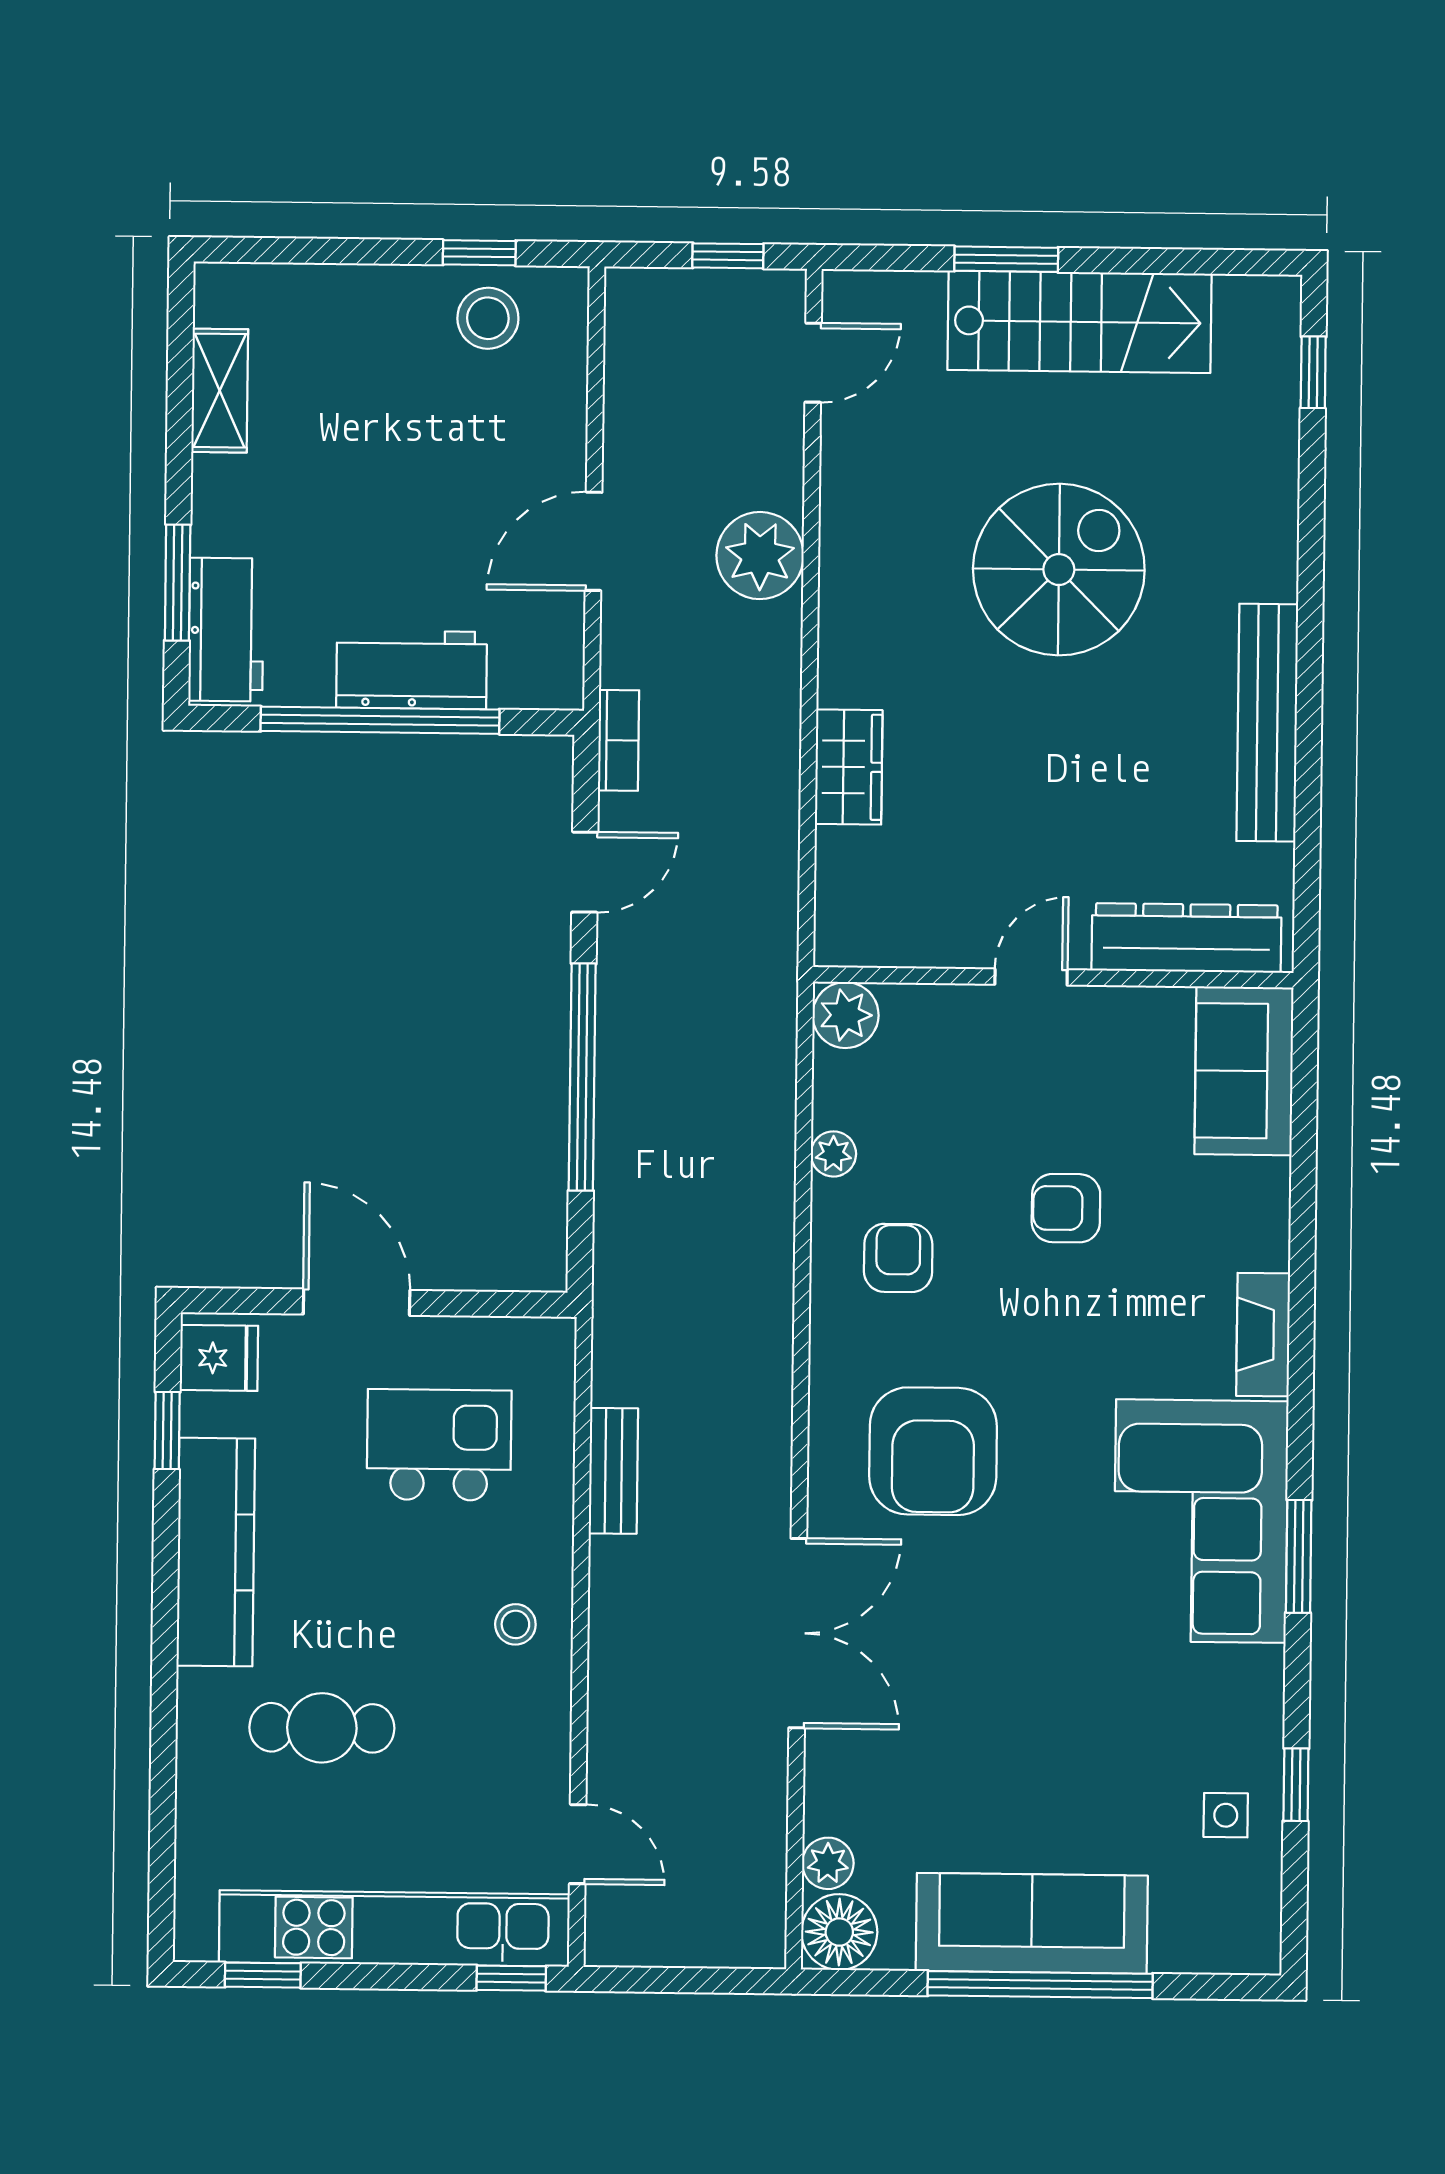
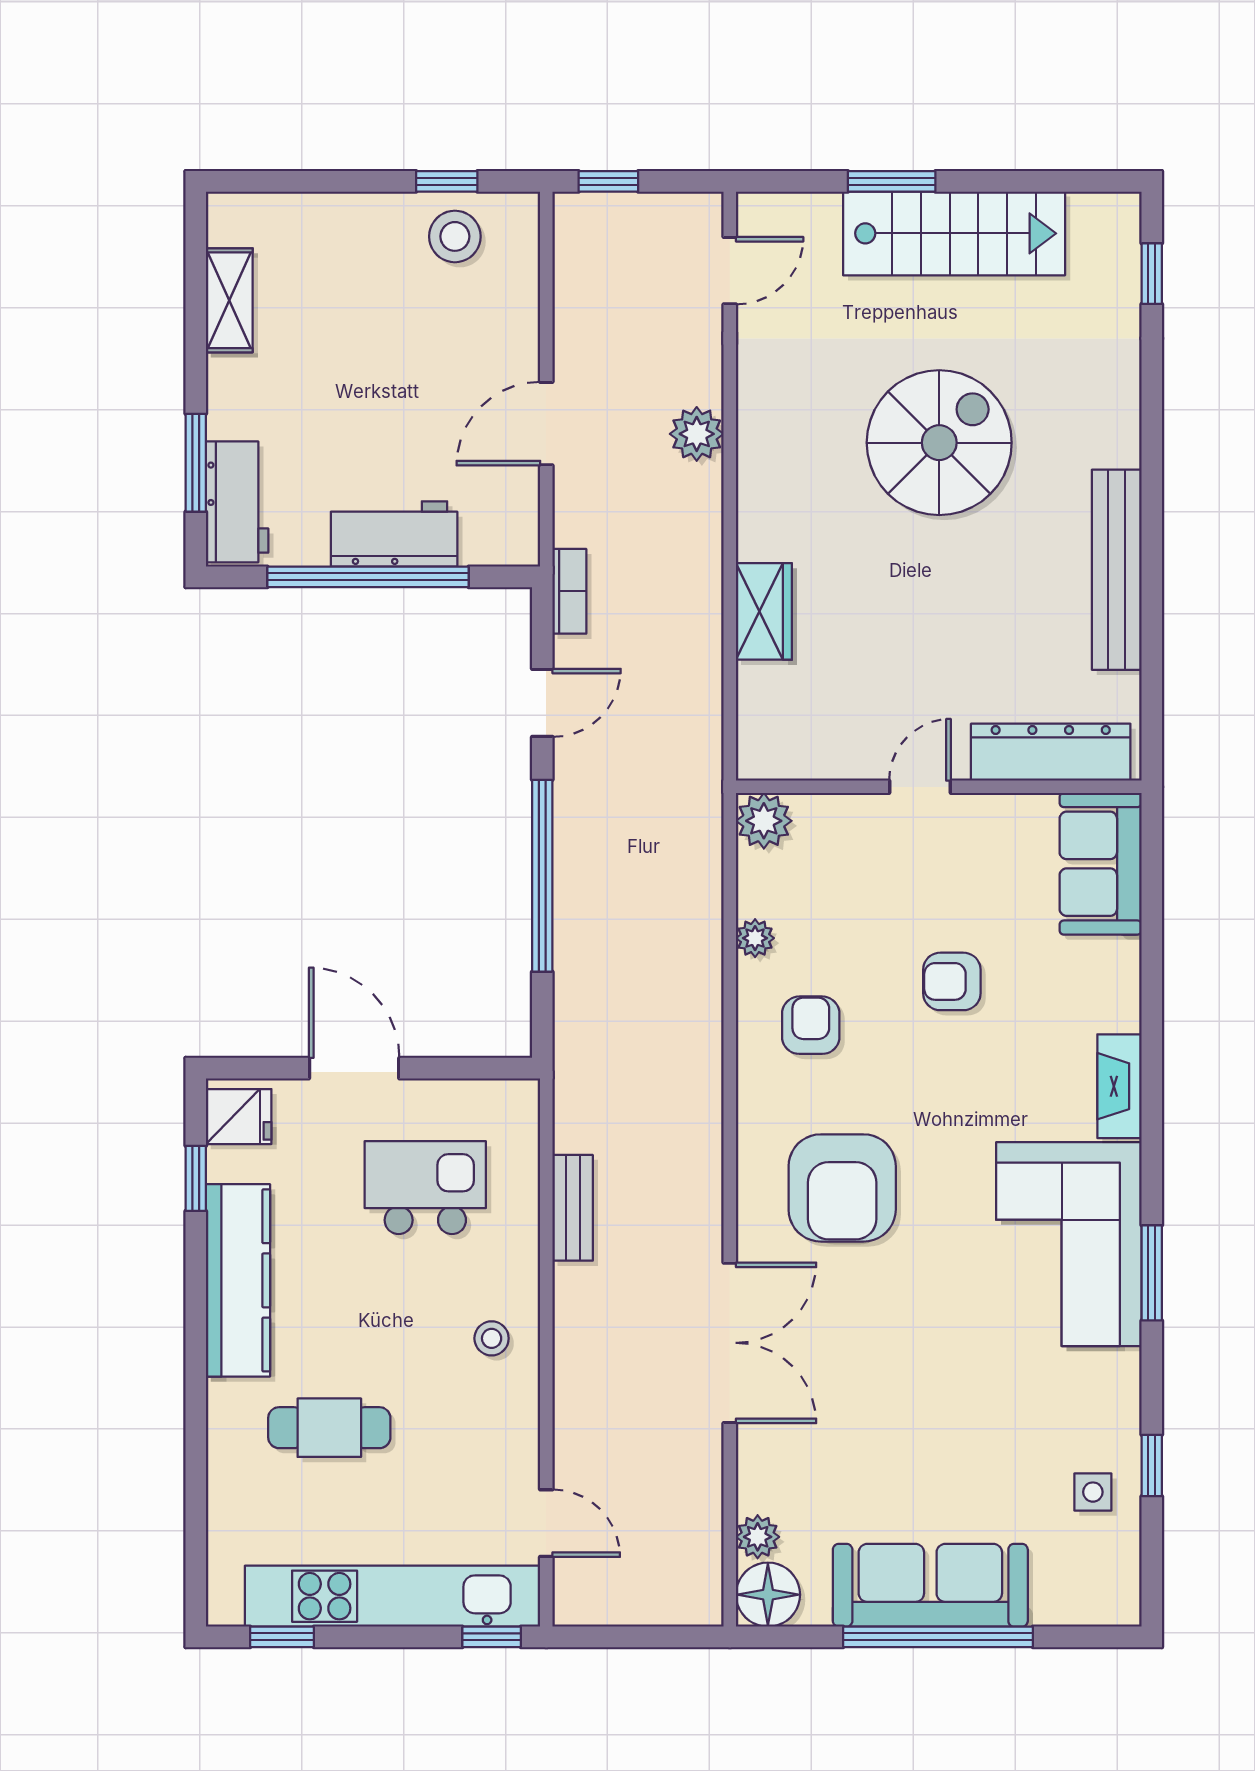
window: (728, 256) -> (608, 181), moved
plant: (760, 556) -> (697, 434), width x0.73, depth x0.73

